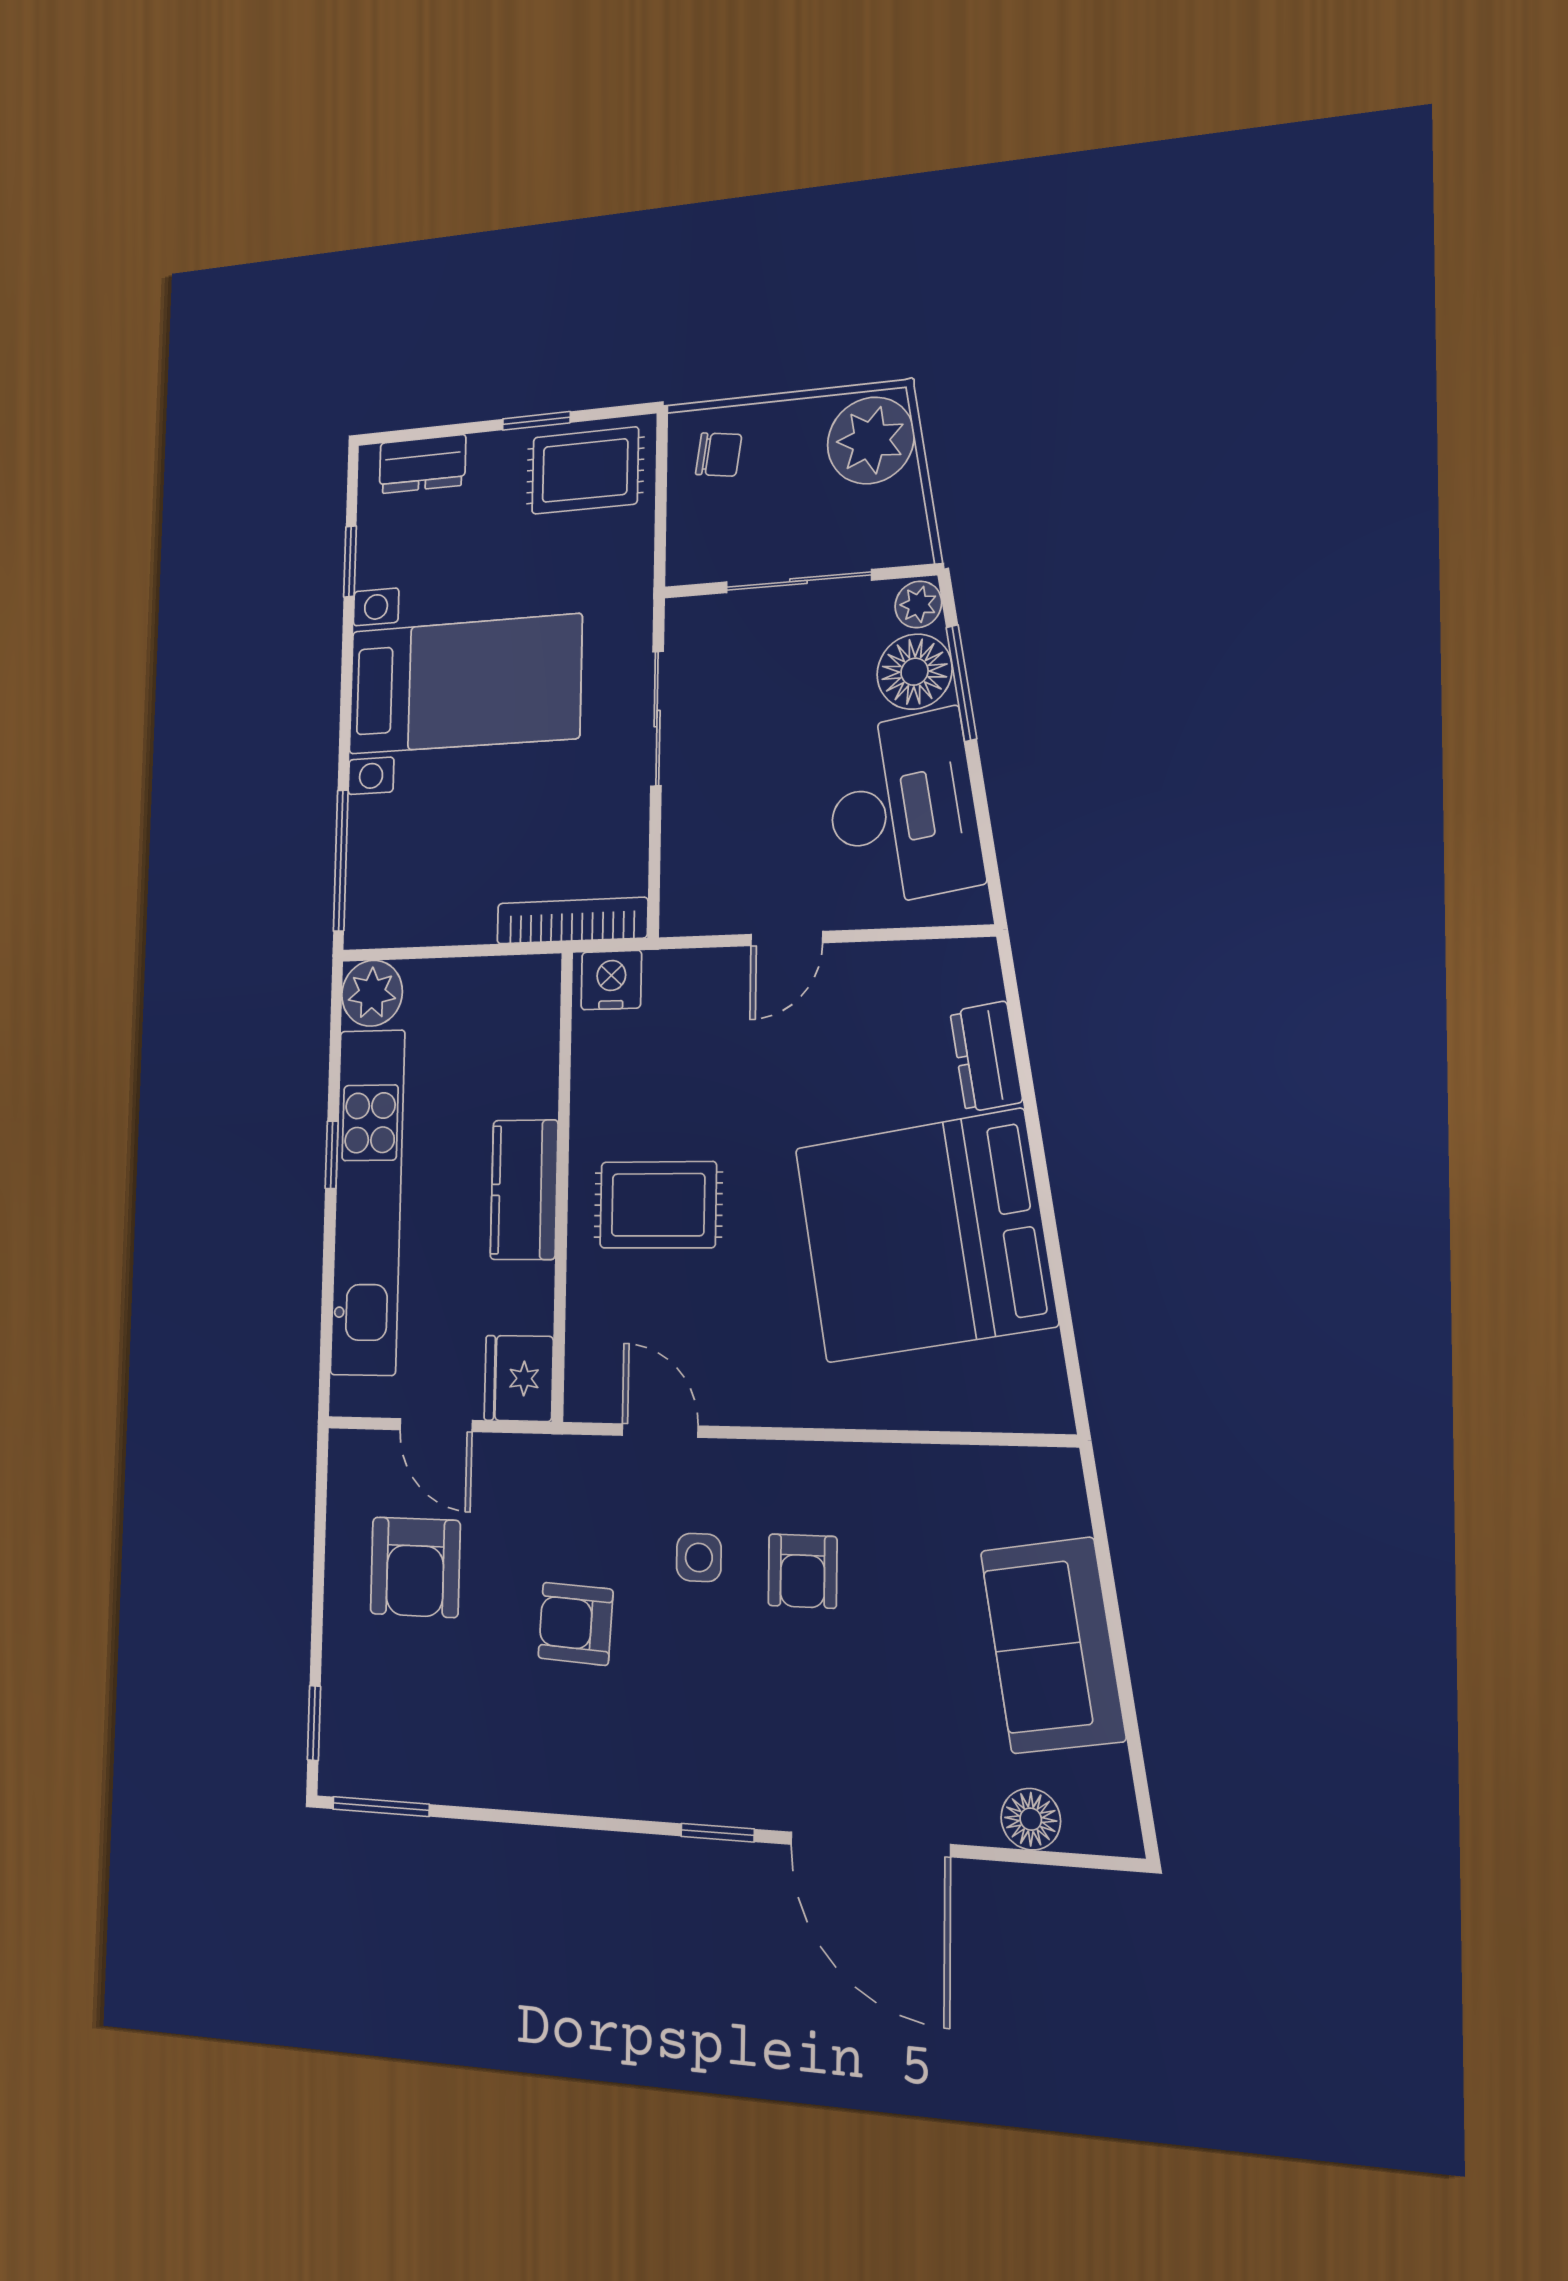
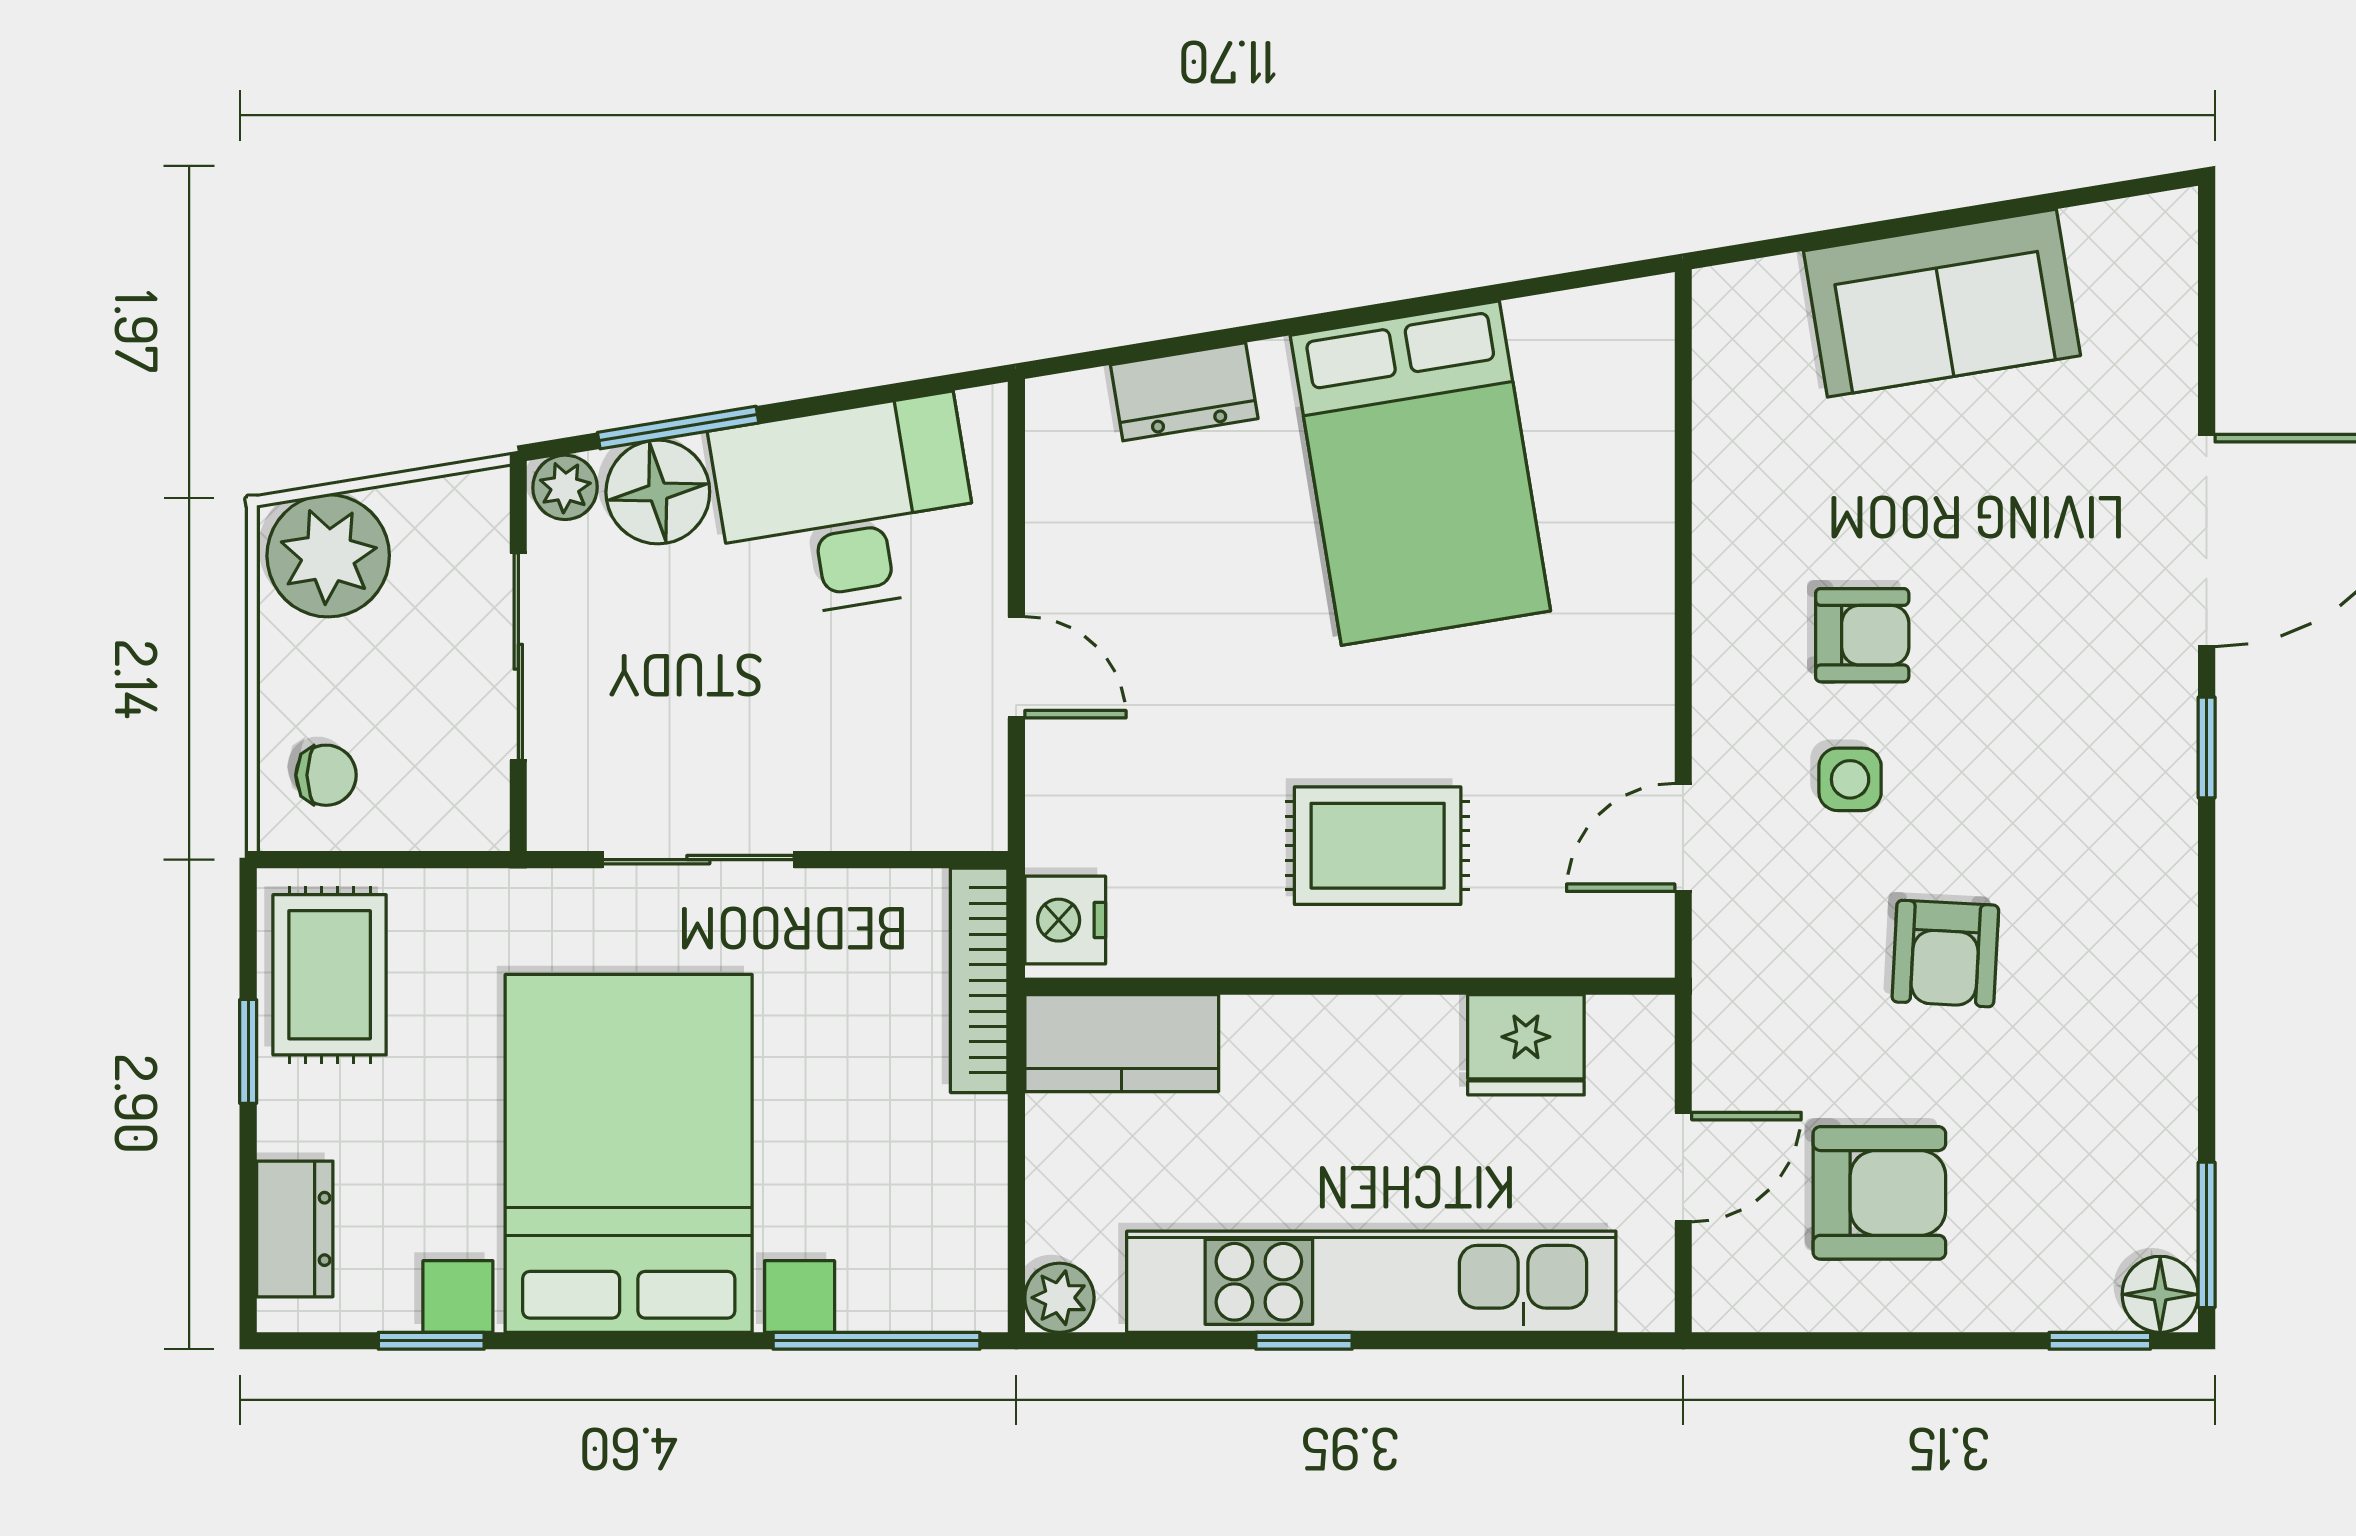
chair: (719, 455) -> (326, 775), turned 82
bed with nightstands: (464, 684) -> (629, 1153), width x1.36
plant: (372, 993) -> (1059, 1298), width x0.73, depth x0.73
kitchen counter: (524, 1190) -> (1122, 1043), moved
rug: (658, 1205) -> (1378, 846), turned 90
bed: (925, 1236) -> (1420, 473), width x0.73
fridge: (519, 1378) -> (1526, 1045), moved
floor lamp: (1031, 1819) -> (2160, 1294), moved

